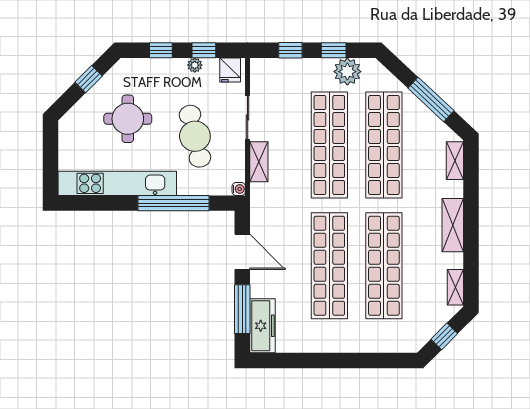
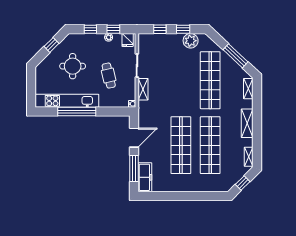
cafe table: (195, 136) -> (109, 76), width x0.73, depth x0.74
shop shelf: (329, 145) -> (181, 80), removed
window: (173, 203) -> (77, 111), moved
door: (242, 252) -> (134, 138), hinge flipped

